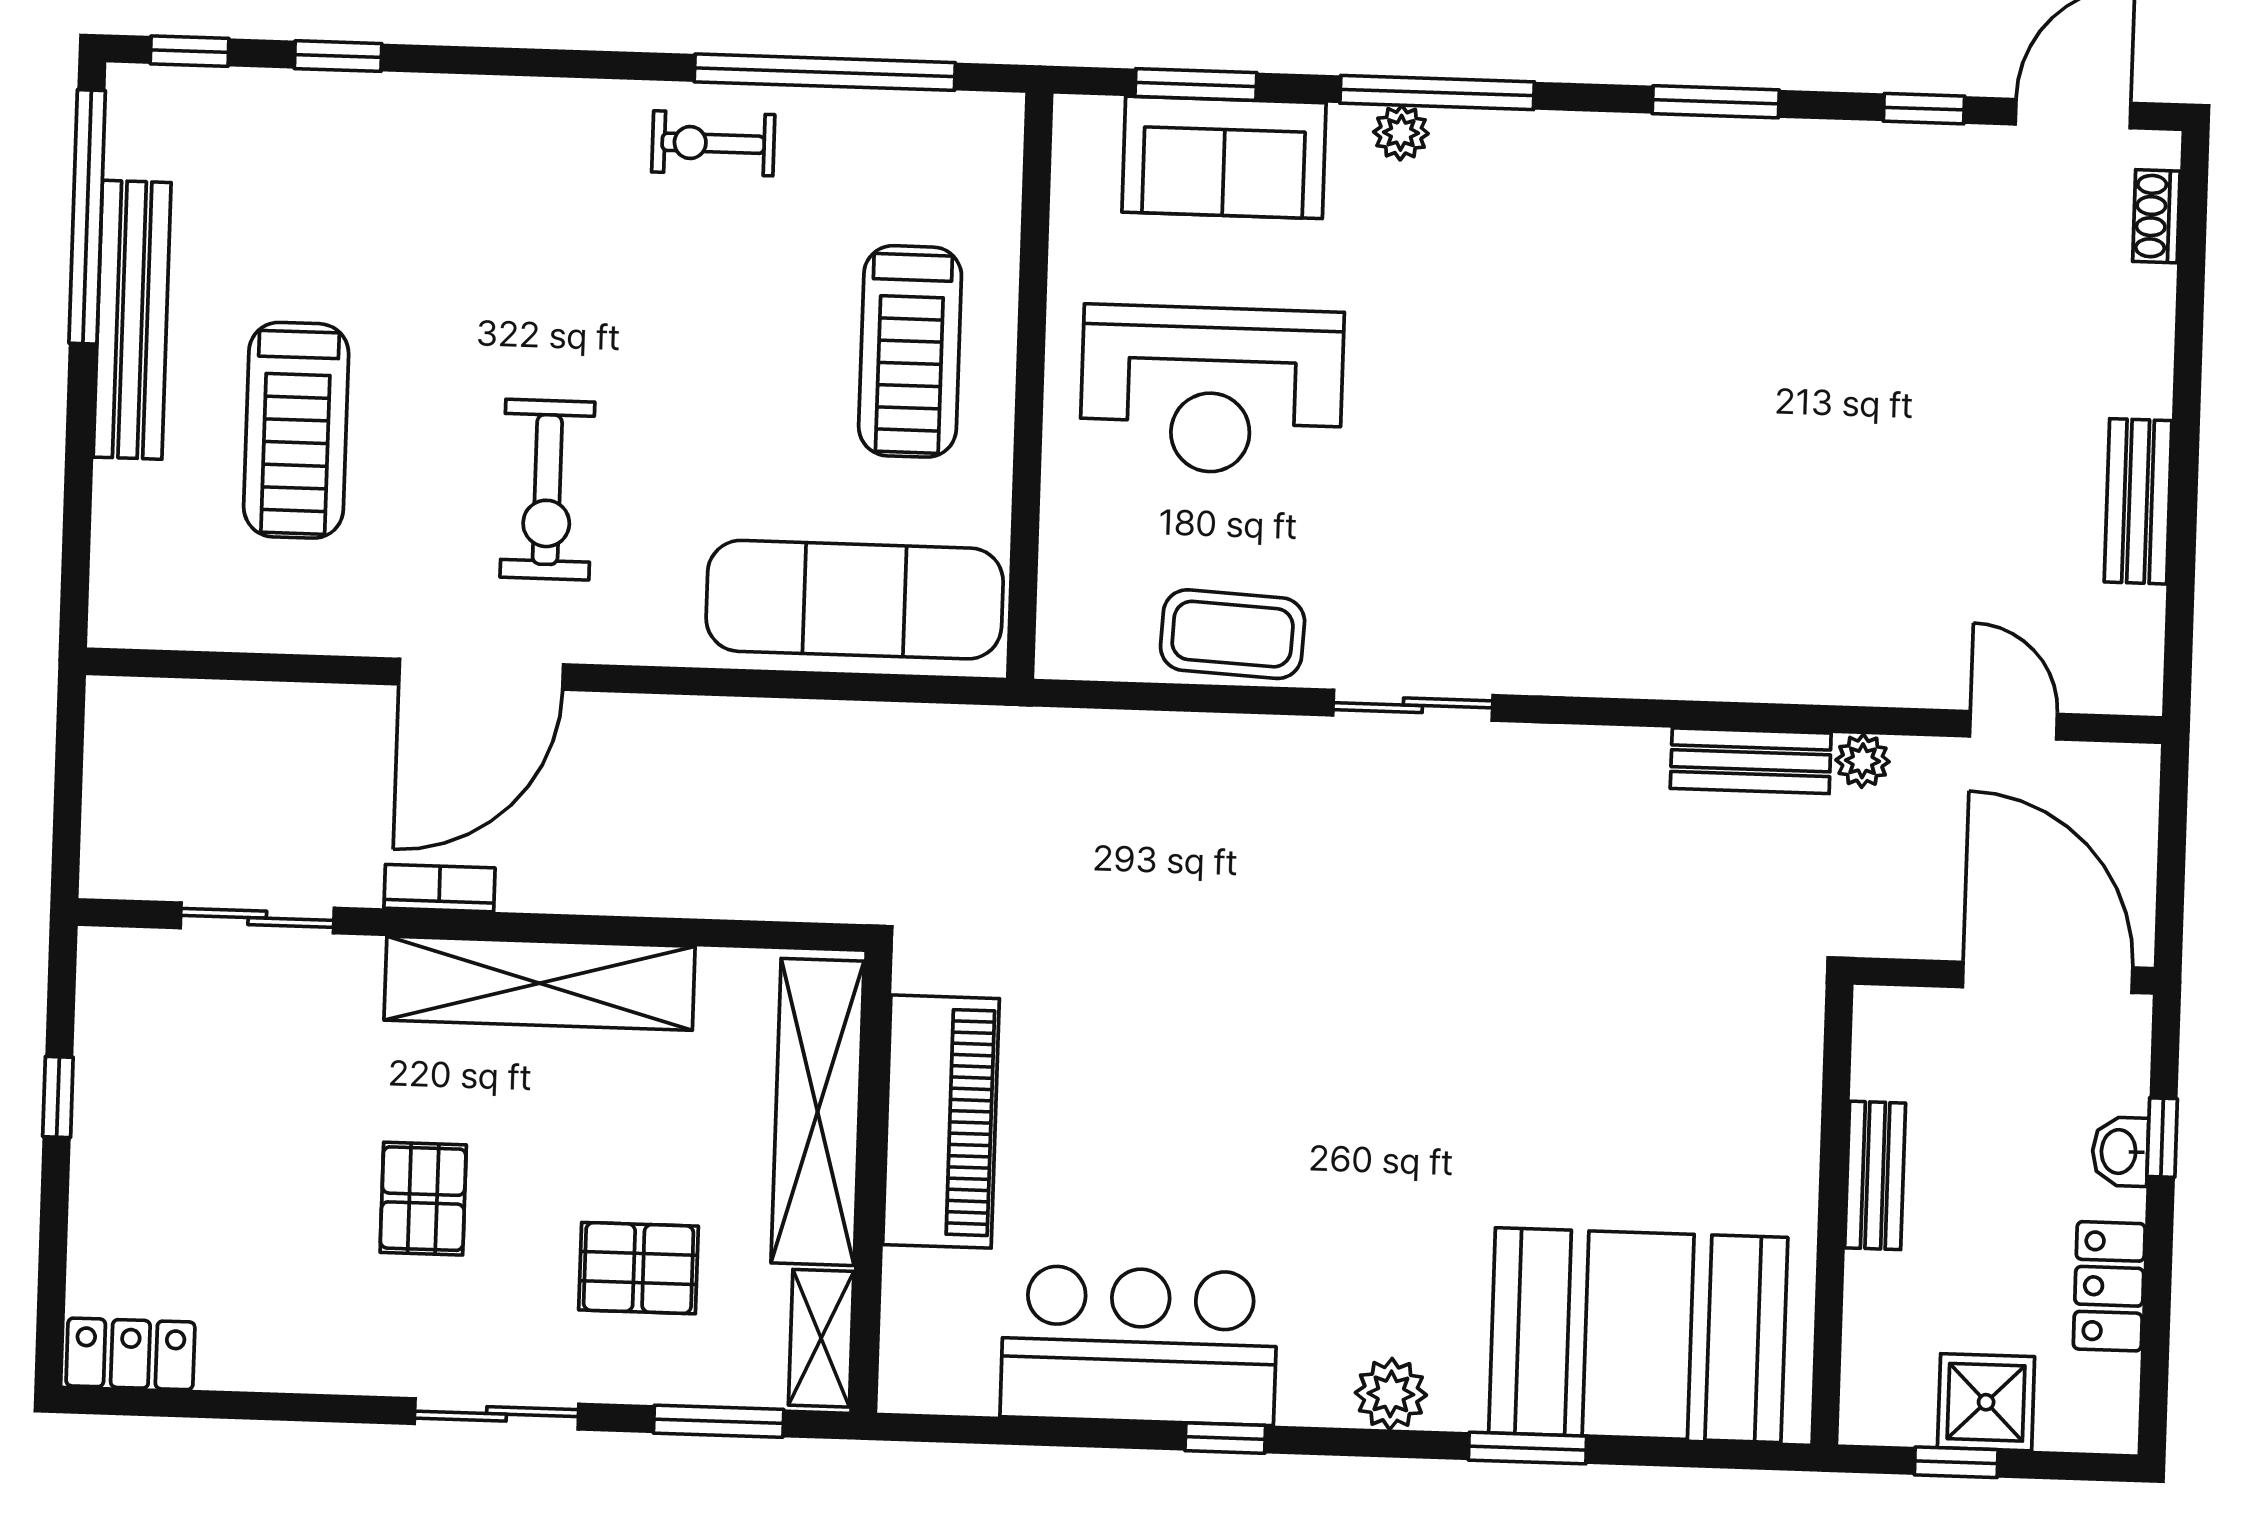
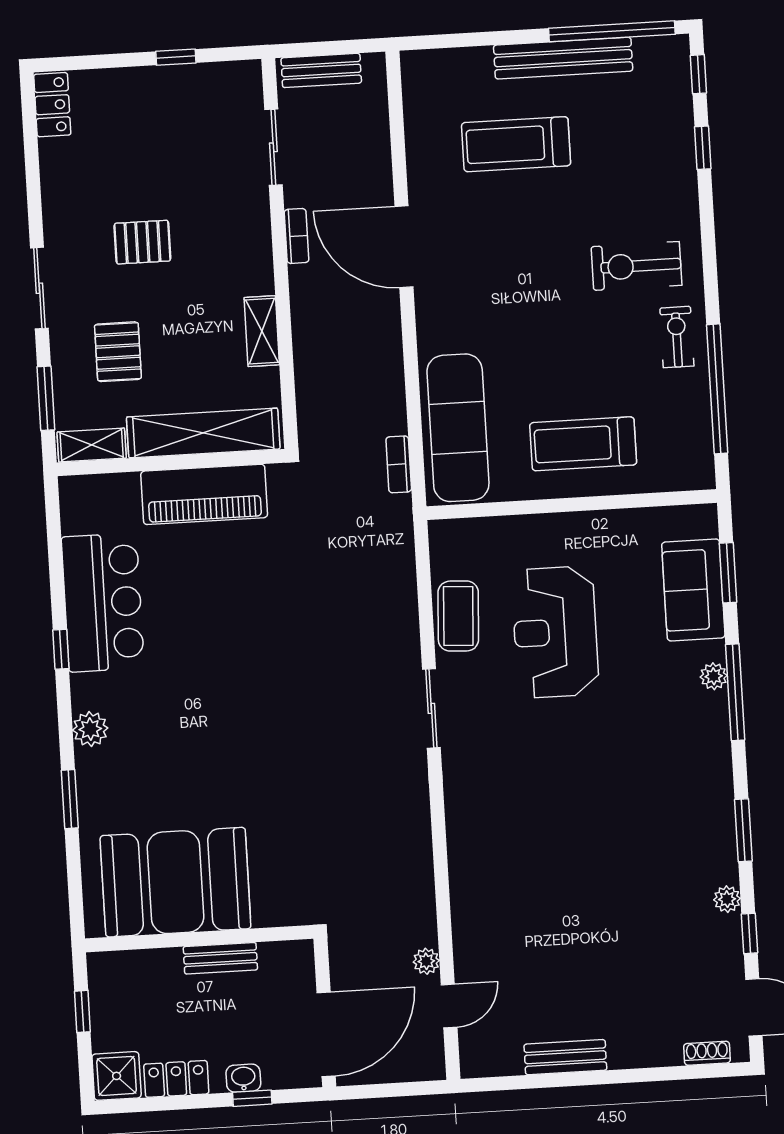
plant: (1851, 147) -> (727, 899), added
reception desk: (1212, 390) -> (555, 632), moved
exercise bike: (547, 490) -> (636, 266), moved
bookcase: (917, 725) -> (399, 464), added
bench: (1751, 761) -> (321, 70), moved, turned 90
plant: (1863, 761) -> (426, 961), moved
shelving: (540, 983) -> (262, 331), width x0.45, depth x0.75
booth: (1638, 1335) -> (175, 882), moved, turned 90
shower: (1986, 1402) -> (117, 1076), moved

